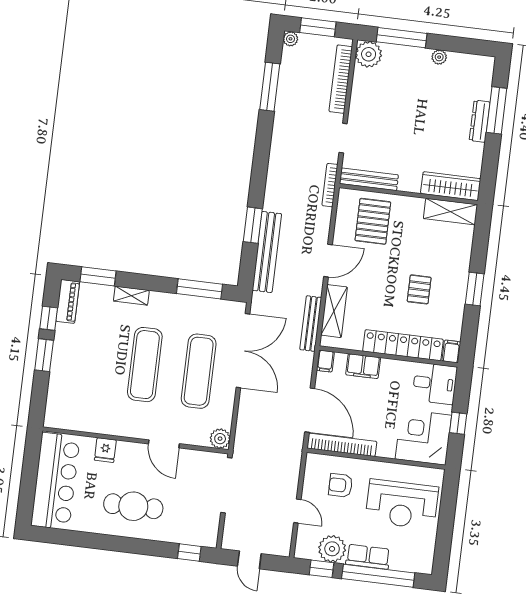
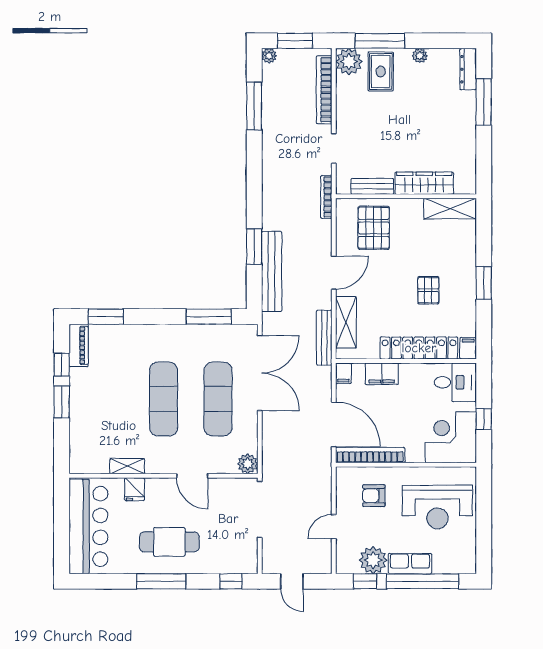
rug: (399, 68) -> (381, 71), added
dresser: (480, 121) -> (468, 69), moved
bench: (369, 179) -> (372, 186), width x0.73
wardrobe: (451, 186) -> (424, 183), moved
shelving: (131, 296) -> (127, 466), moved
door: (297, 511) -> (334, 527), swing flipped
window: (120, 544) -> (161, 581), added

